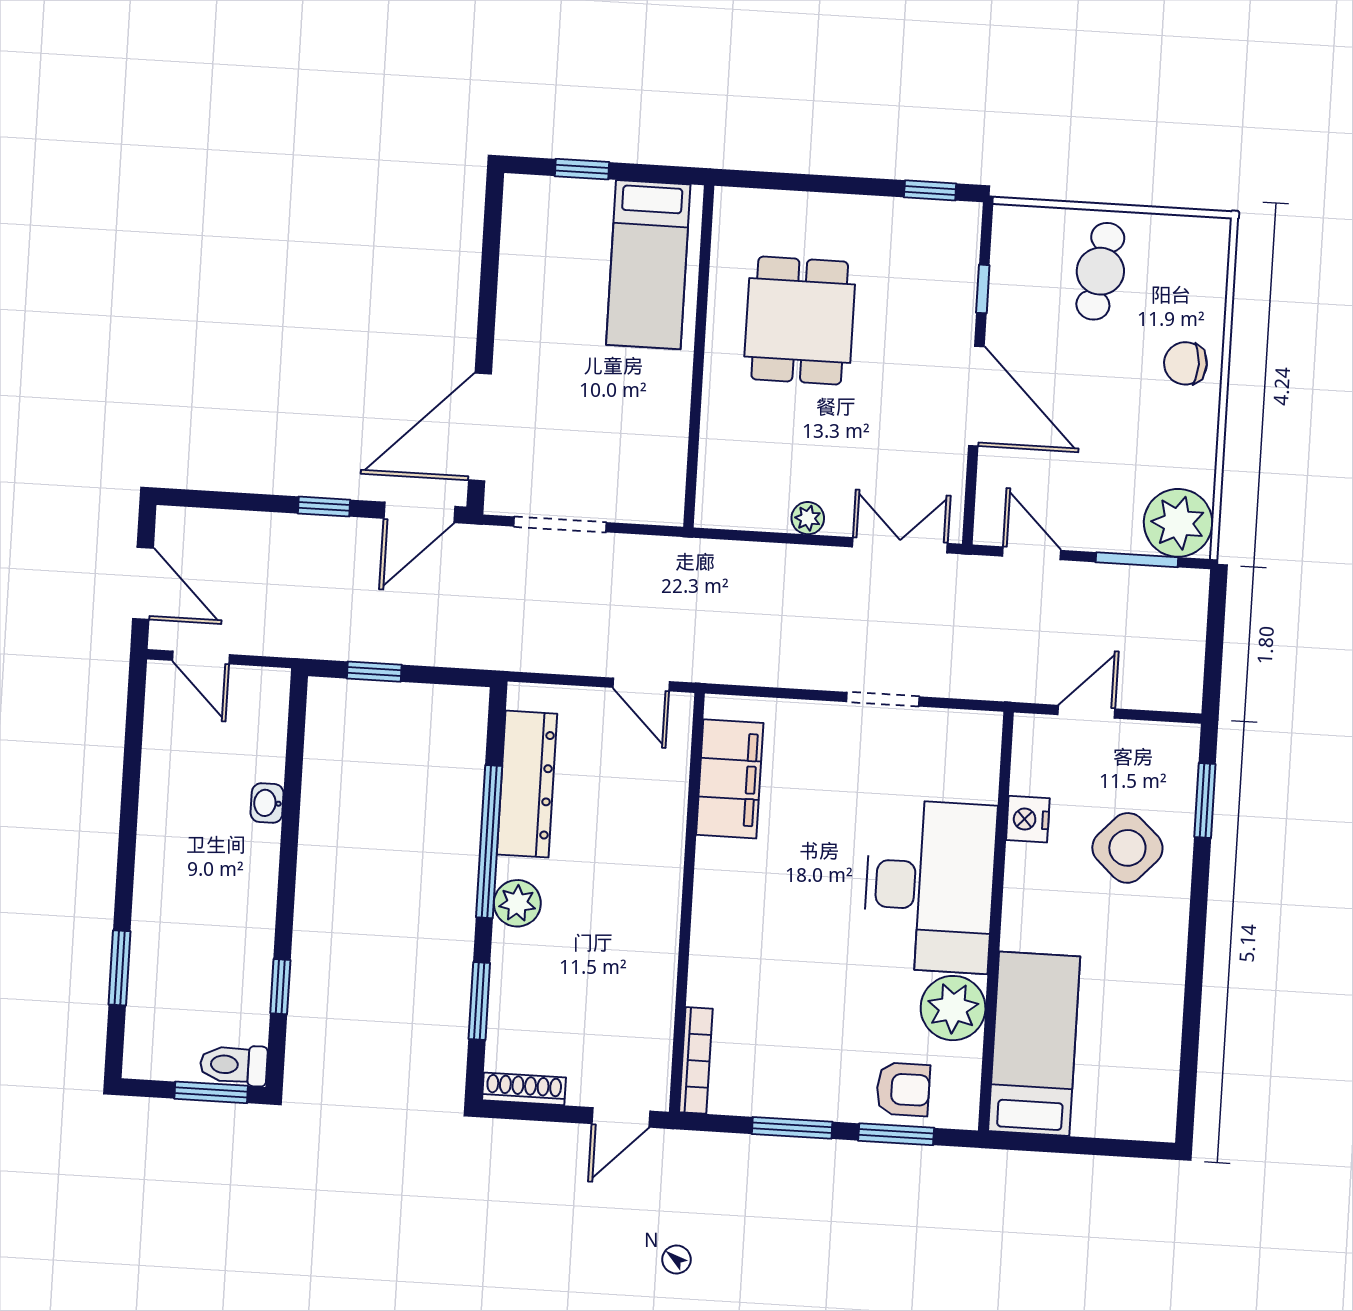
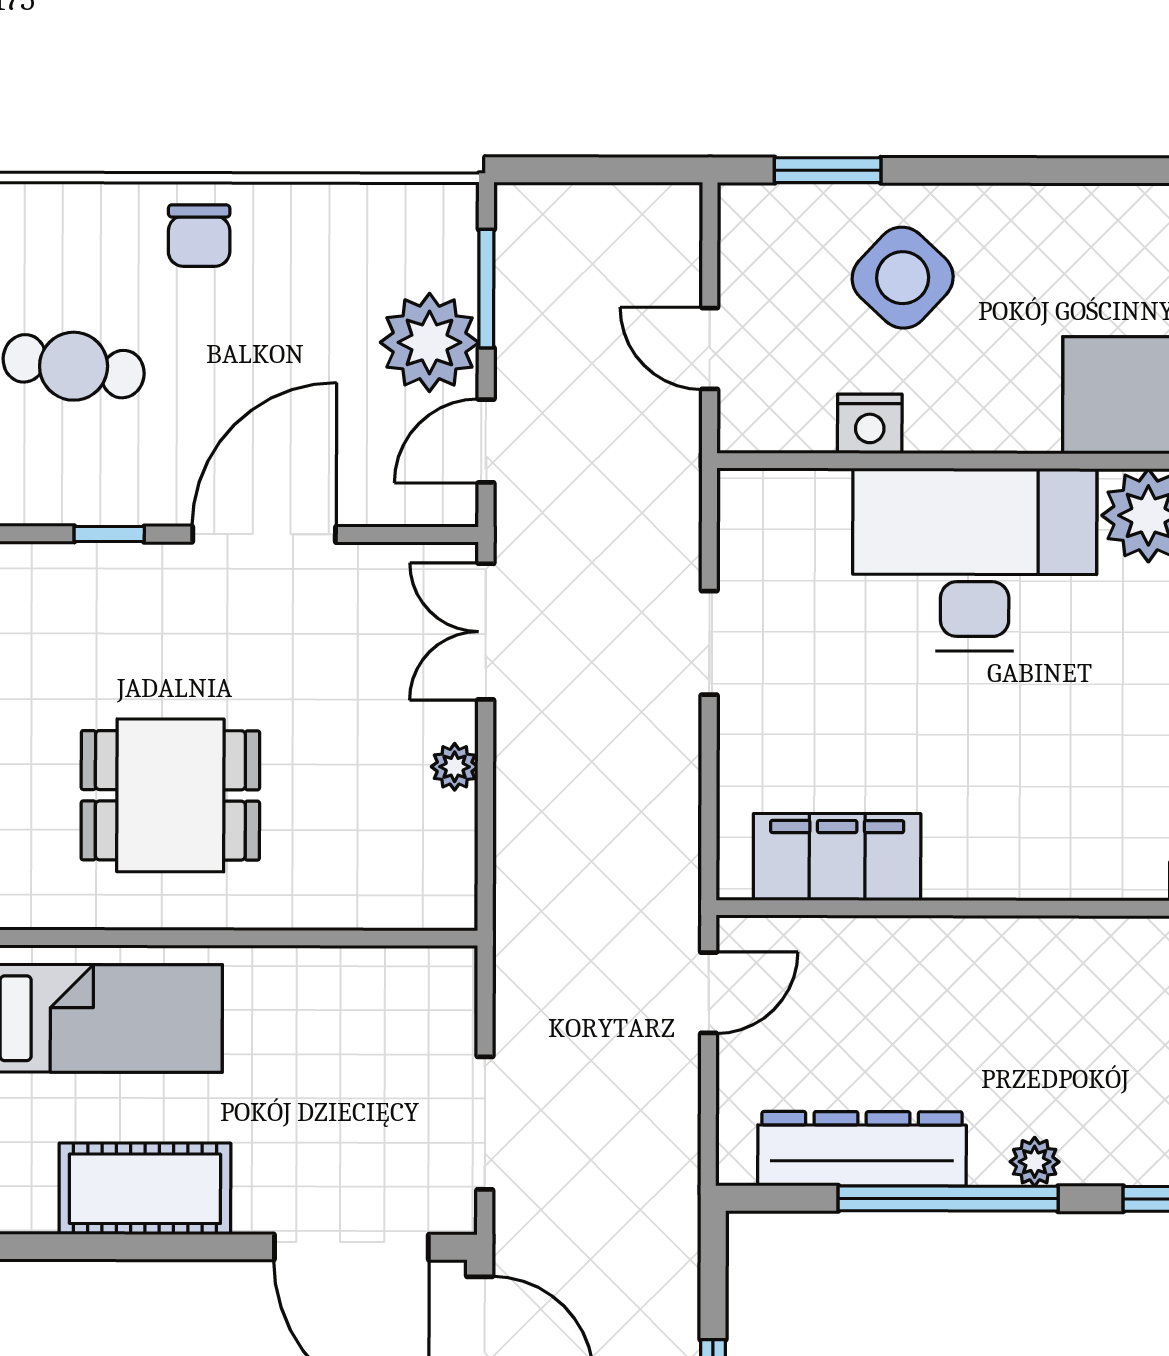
cot: (529, 287) -> (145, 1189), added
plant: (1178, 523) -> (429, 342), moved
plant: (517, 903) -> (1035, 1162), width x0.73, depth x0.73

